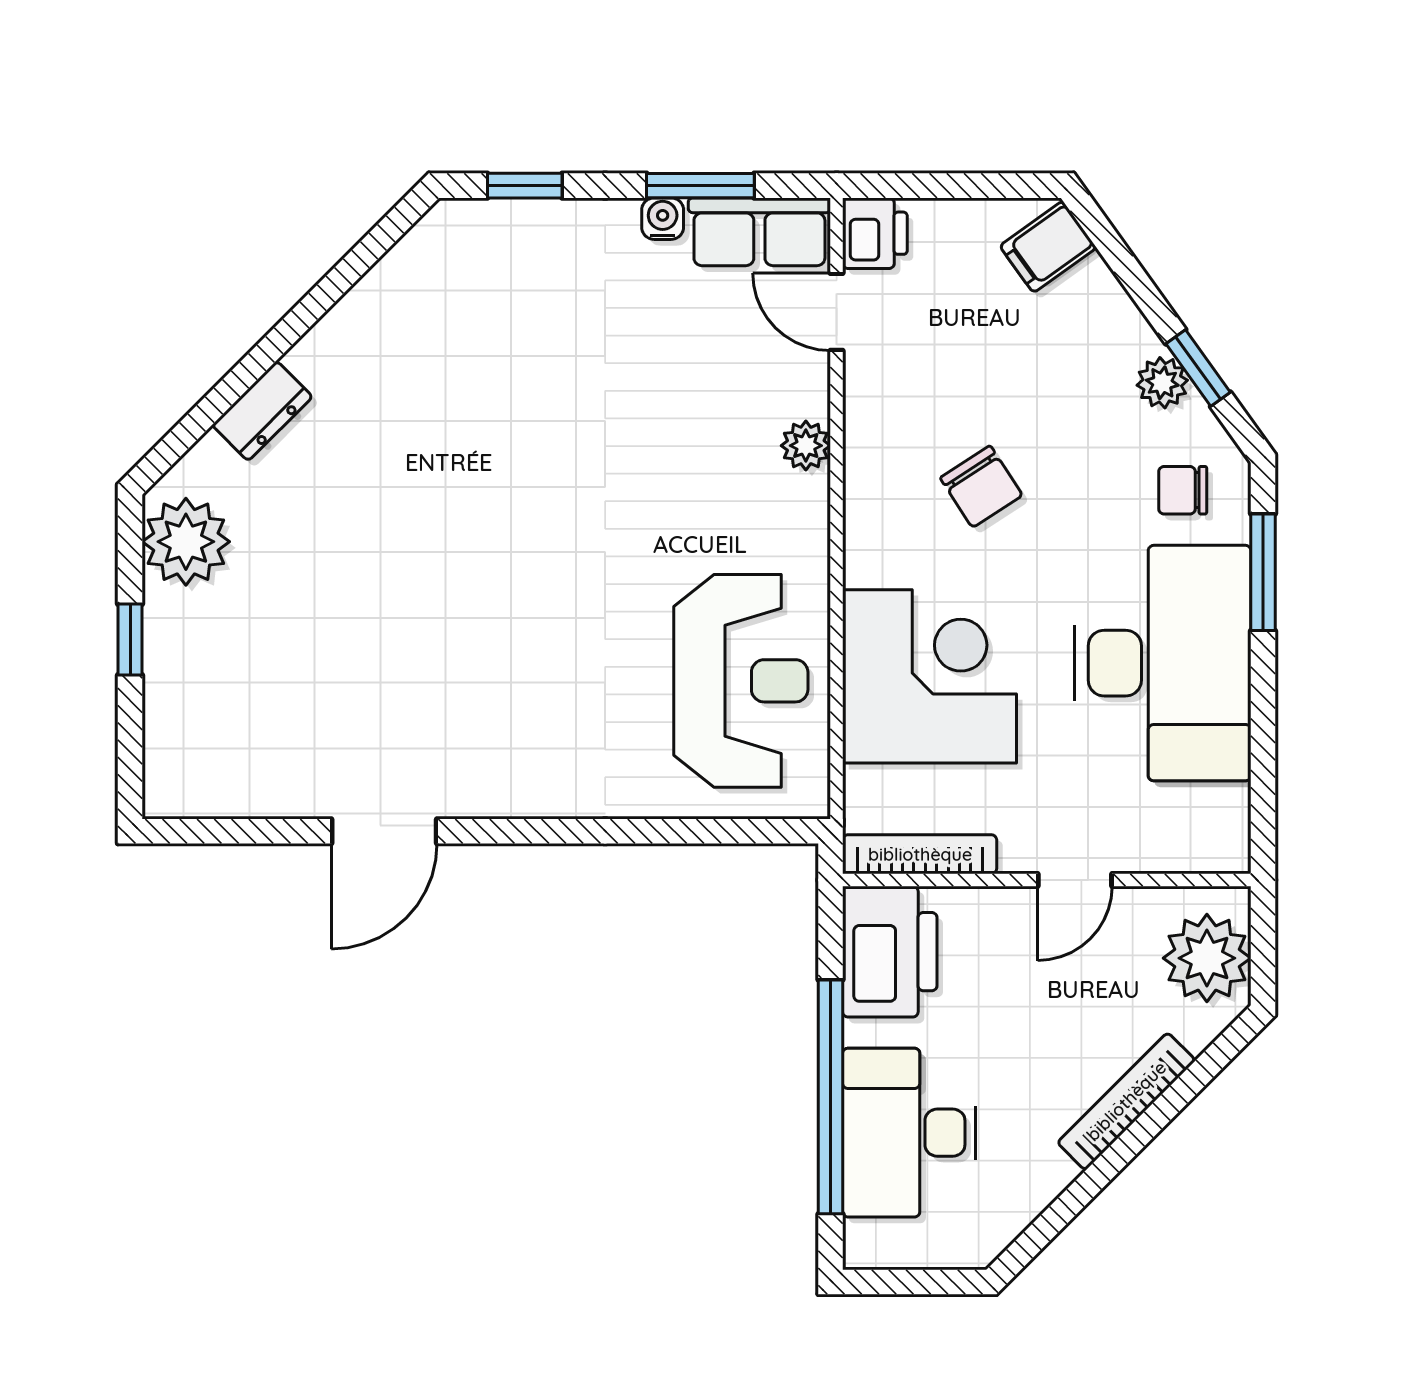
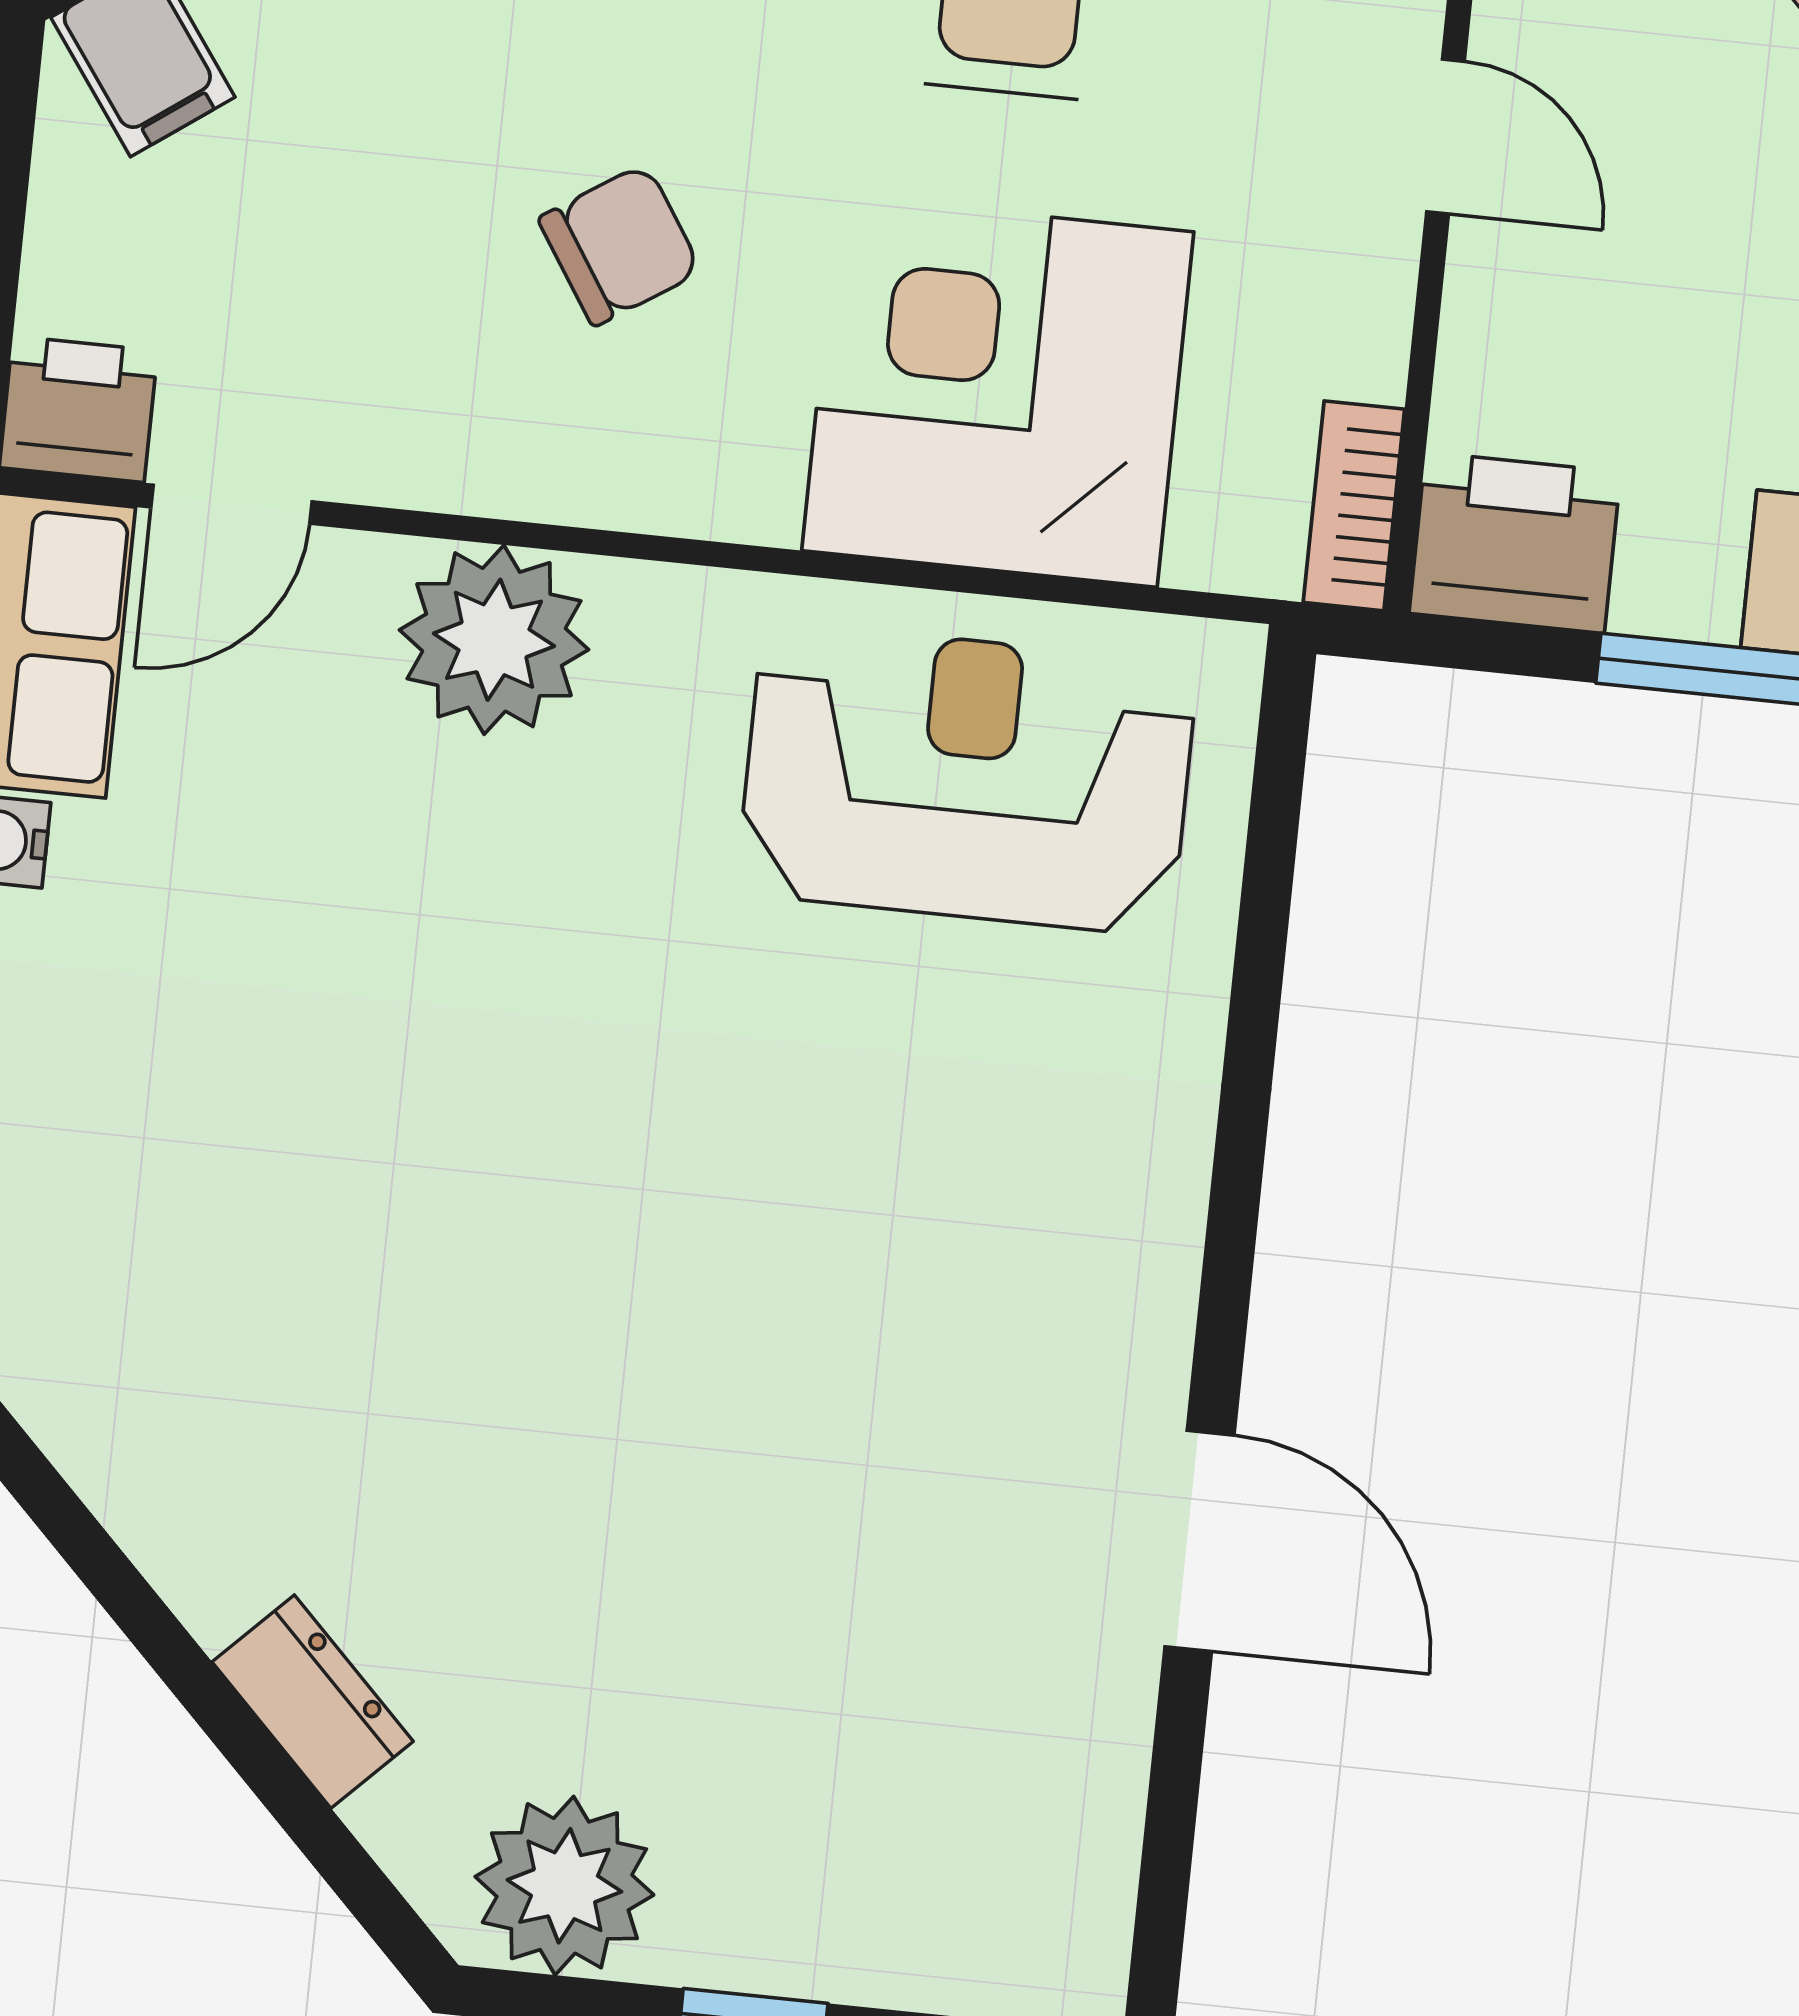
plant: (806, 446) -> (494, 640), width x1.88, depth x1.88
bookcase: (920, 854) -> (1354, 506), width x0.64
printer: (890, 952) -> (1515, 543), width x0.73, depth x0.84

